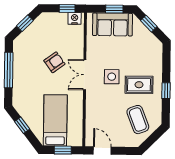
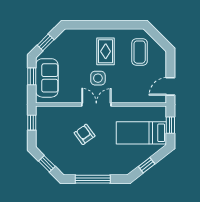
nightstand: (75, 18) -> (41, 115), removed
double door: (85, 75) -> (96, 105), swing flipped
window: (166, 91) -> (111, 25), removed
coffee table: (138, 120) -> (140, 52), turned -69

